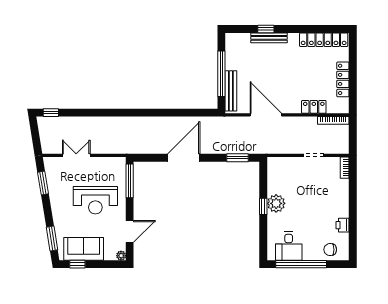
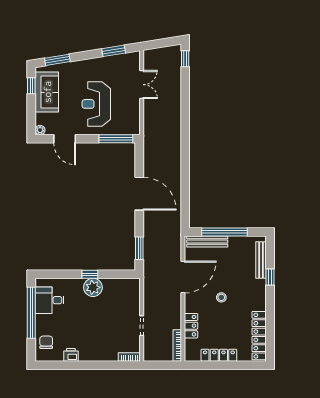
bench: (269, 38) -> (261, 260), moved
stool: (286, 77) -> (221, 297), added

